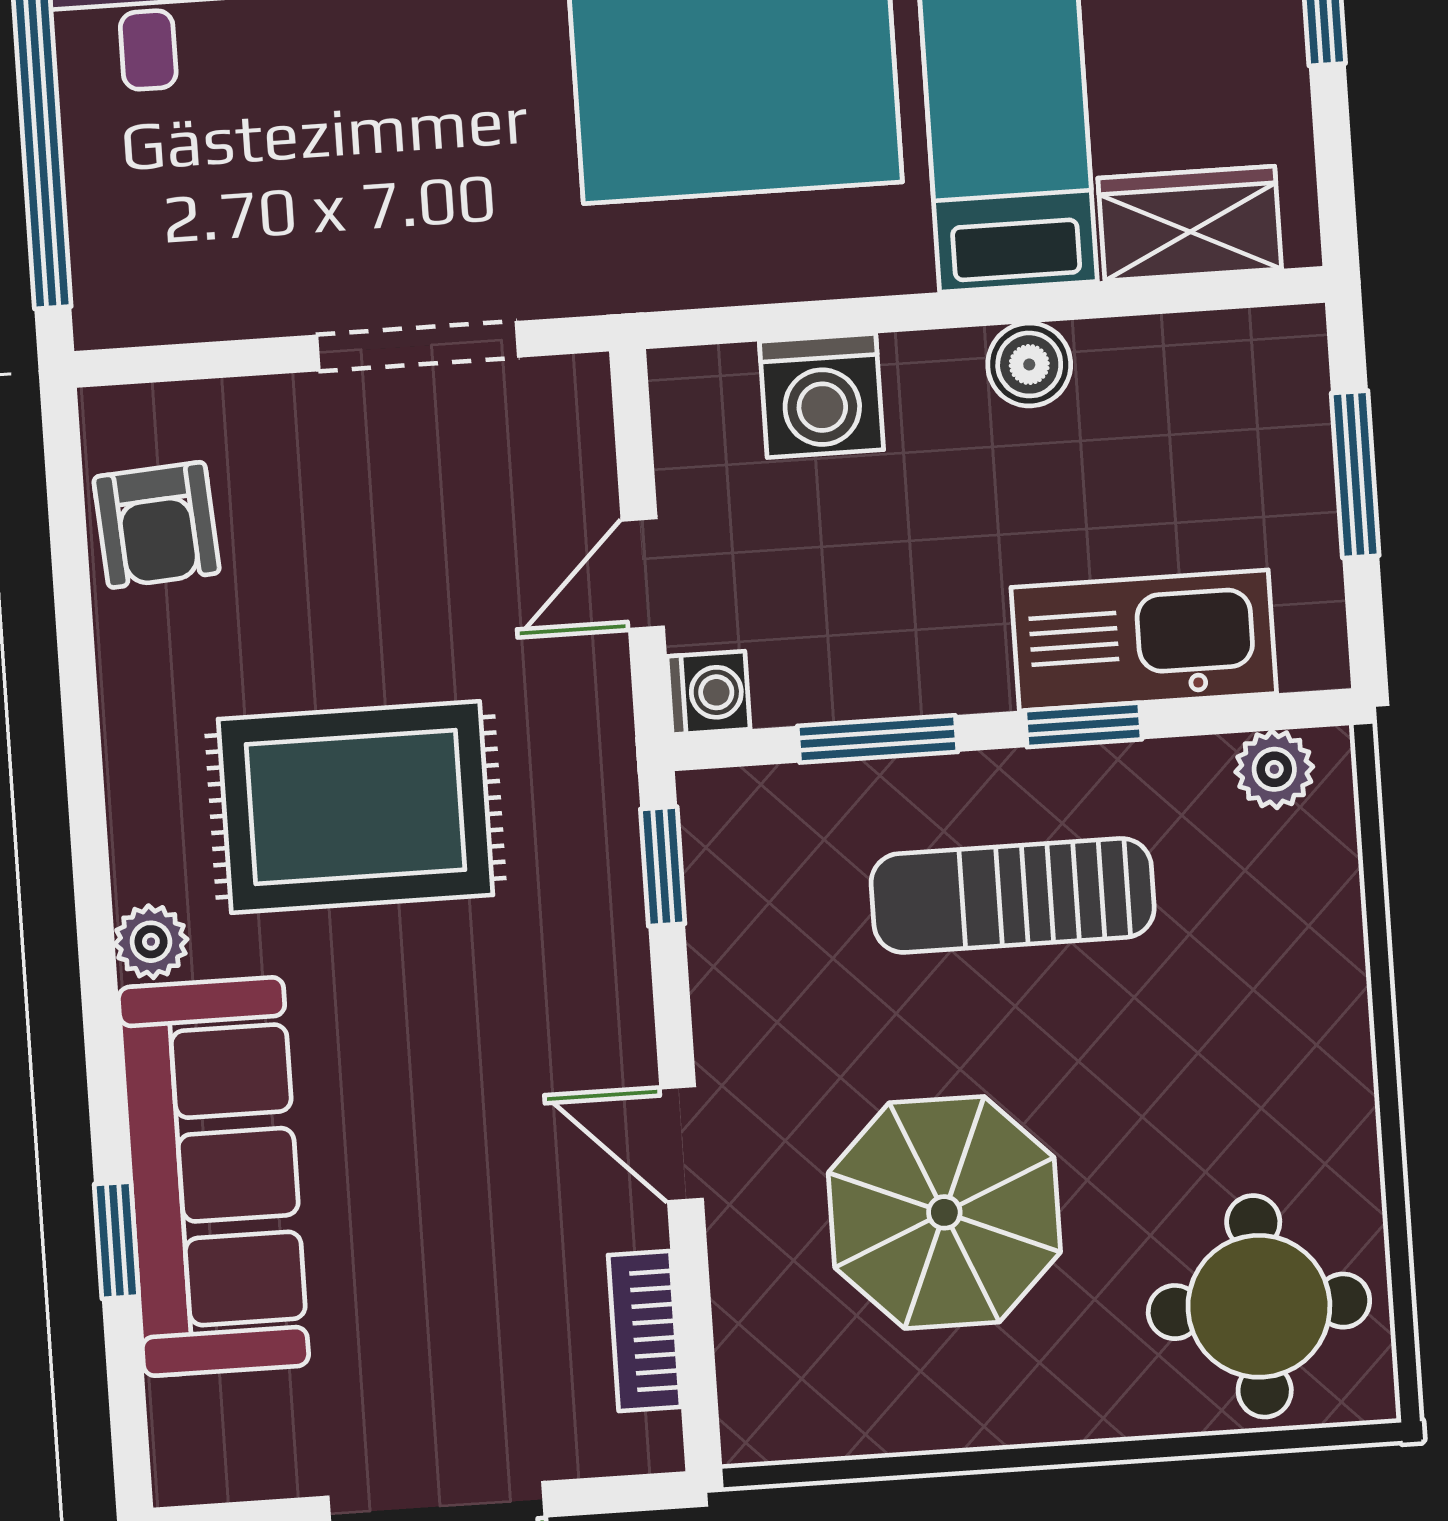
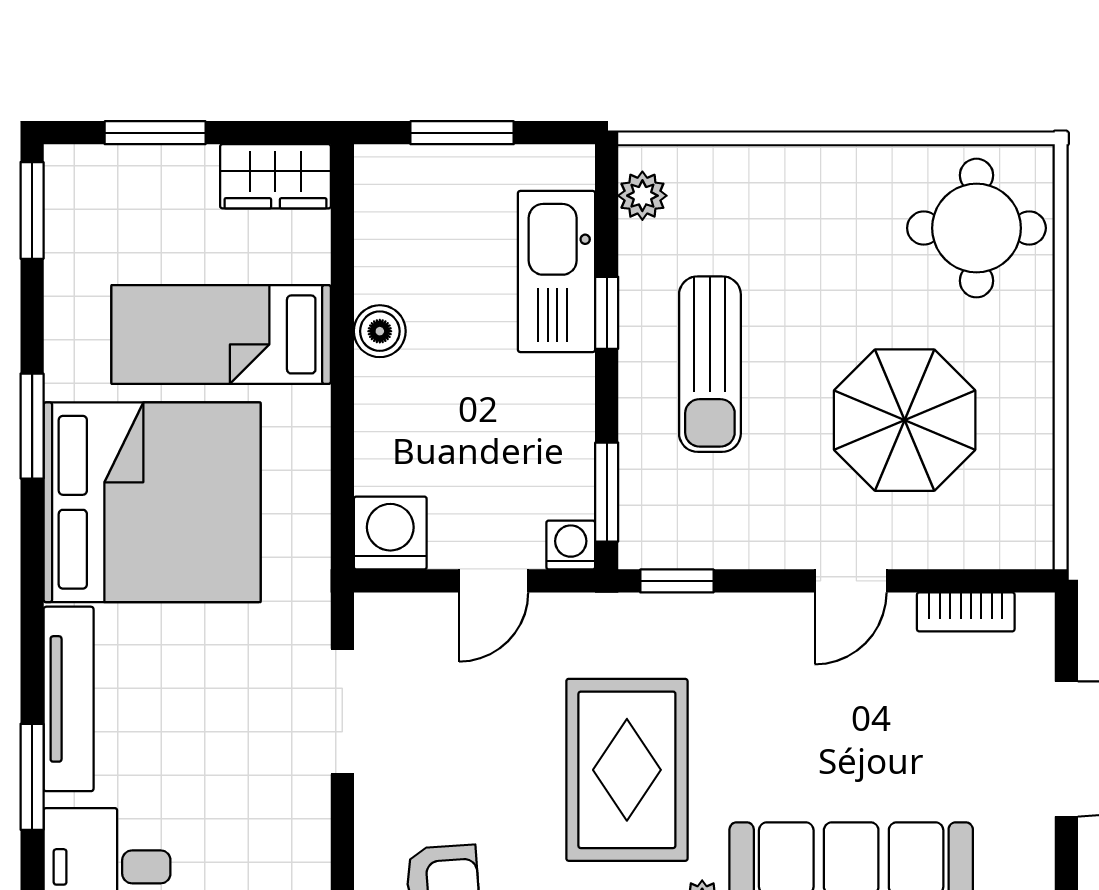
wardrobe: (1190, 223) -> (275, 176), moved, turned -90
washing machine: (821, 395) -> (390, 533), moved, turned -90
door: (643, 574) -> (494, 581), hinge flipped
window: (877, 739) -> (607, 492), moved

